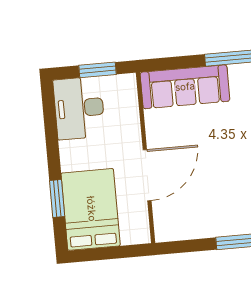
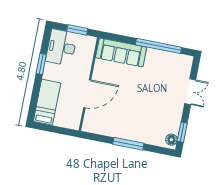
window: (57, 198) -> (41, 64), moved
bed: (91, 209) -> (47, 102), width x0.67

